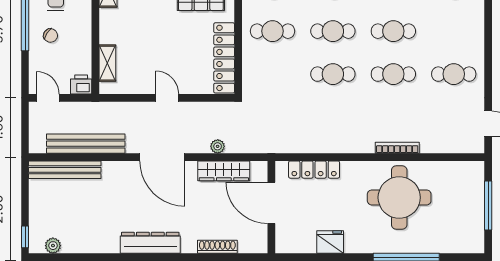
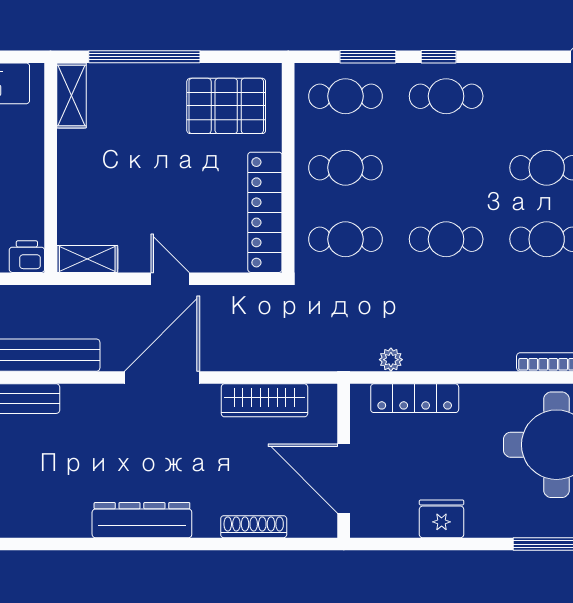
cafe table: (333, 31) -> (345, 239), moved
shelving: (107, 63) -> (87, 259), moved, turned 90
plant: (218, 146) -> (391, 360), moved
door: (162, 157) -> (162, 377), swing flipped
door: (271, 203) -> (344, 479), moved

